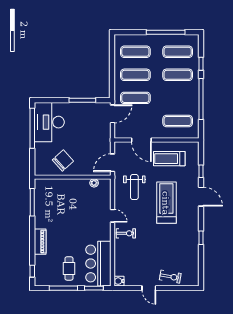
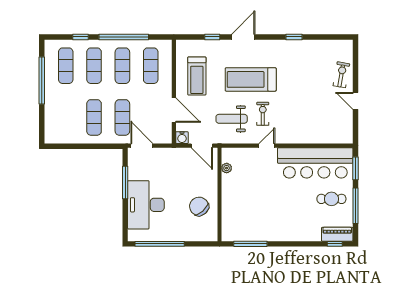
exercise mat: (135, 52) -> (122, 66), moved
desk: (49, 122) -> (146, 205), moved, turned 90
door: (141, 140) -> (174, 110), hinge flipped
weight bench: (134, 187) -> (232, 119), turned 180
exercise bike: (126, 233) -> (263, 114), moved
piano: (40, 242) -> (337, 234), moved
bar counter: (98, 264) -> (315, 163), width x1.36
water cooler: (119, 281) -> (182, 138), moved
door: (149, 288) -> (356, 101), swing flipped

